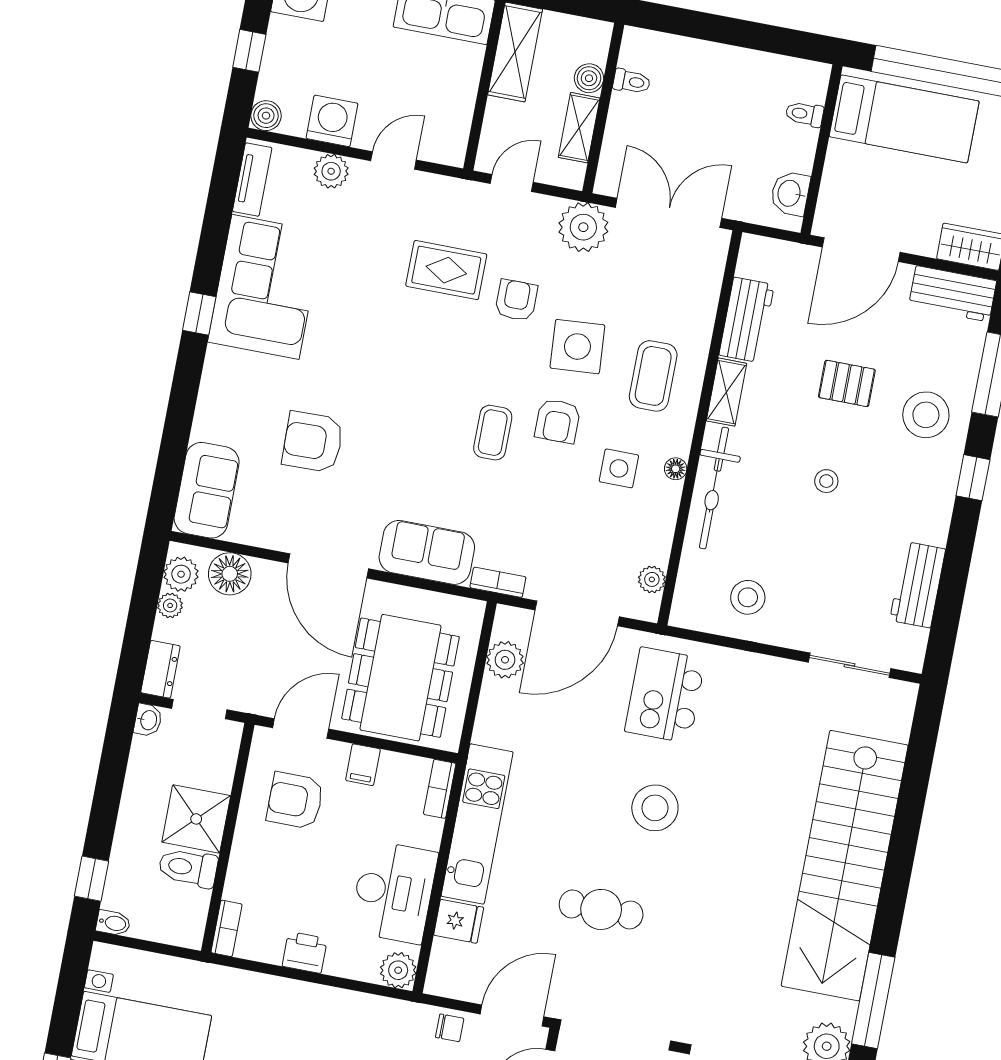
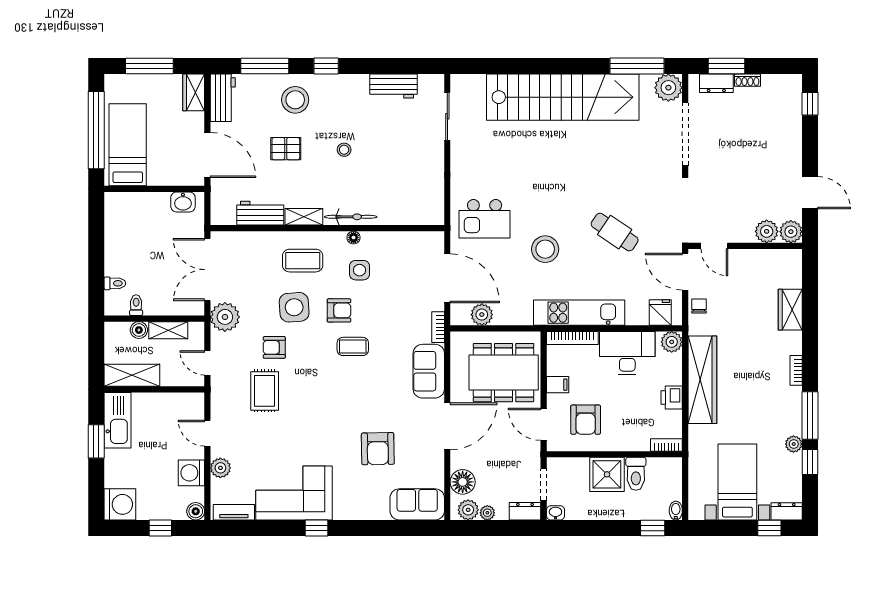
toilet: (805, 114) -> (115, 283), moved, turned -90
pallet: (847, 383) -> (286, 149), turned 90
bicycle: (714, 488) -> (351, 217), width x0.73, depth x0.71
plant: (652, 579) -> (420, 239), removed
stool: (748, 597) -> (419, 182), removed
bookcase: (440, 789) -> (572, 338), width x1.56
stool: (655, 808) -> (545, 249), moved
cafe table: (601, 909) -> (615, 232), turned -56
fridge: (459, 921) -> (660, 313), moved
wardrobe: (325, 1010) -> (702, 380), added

